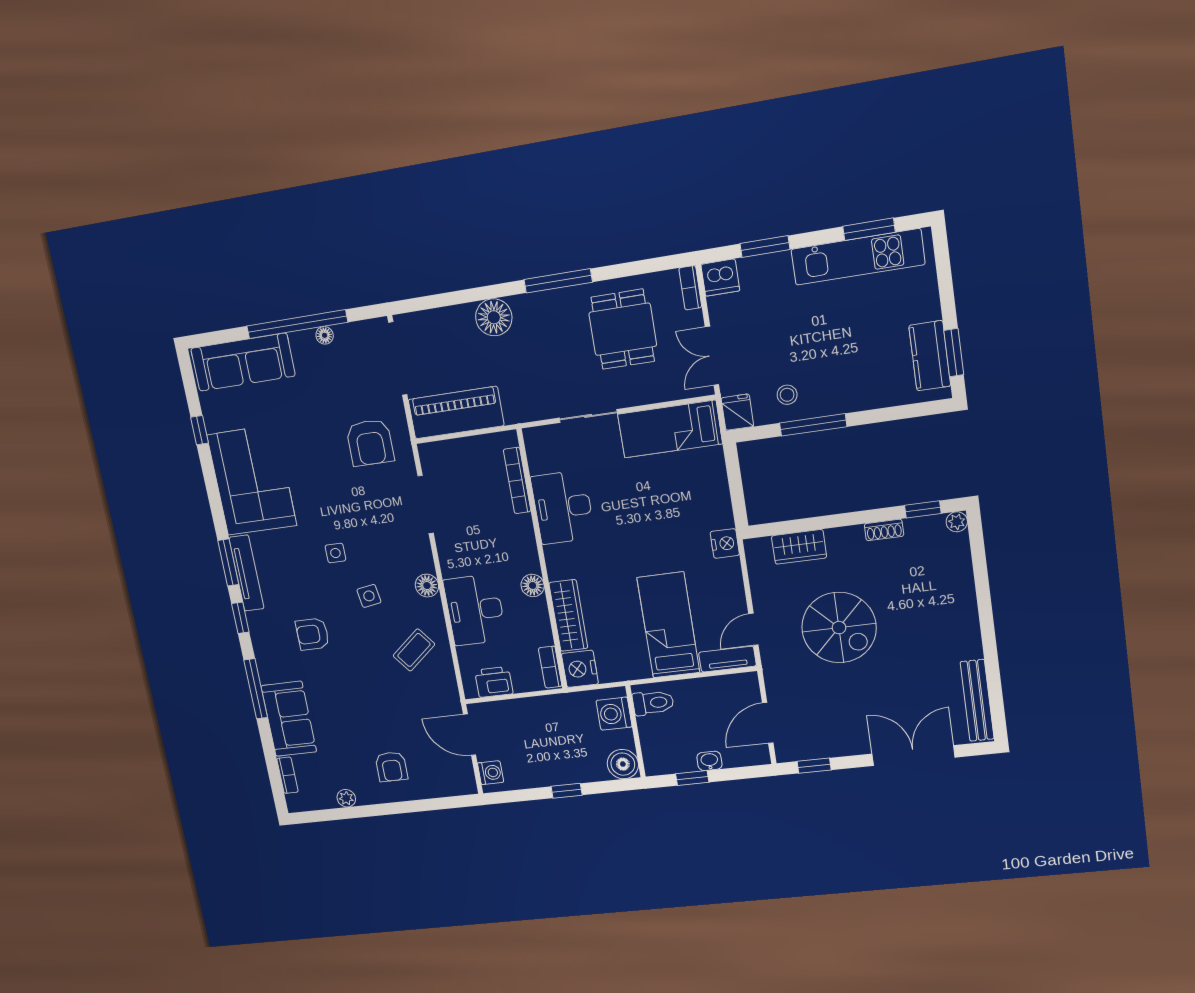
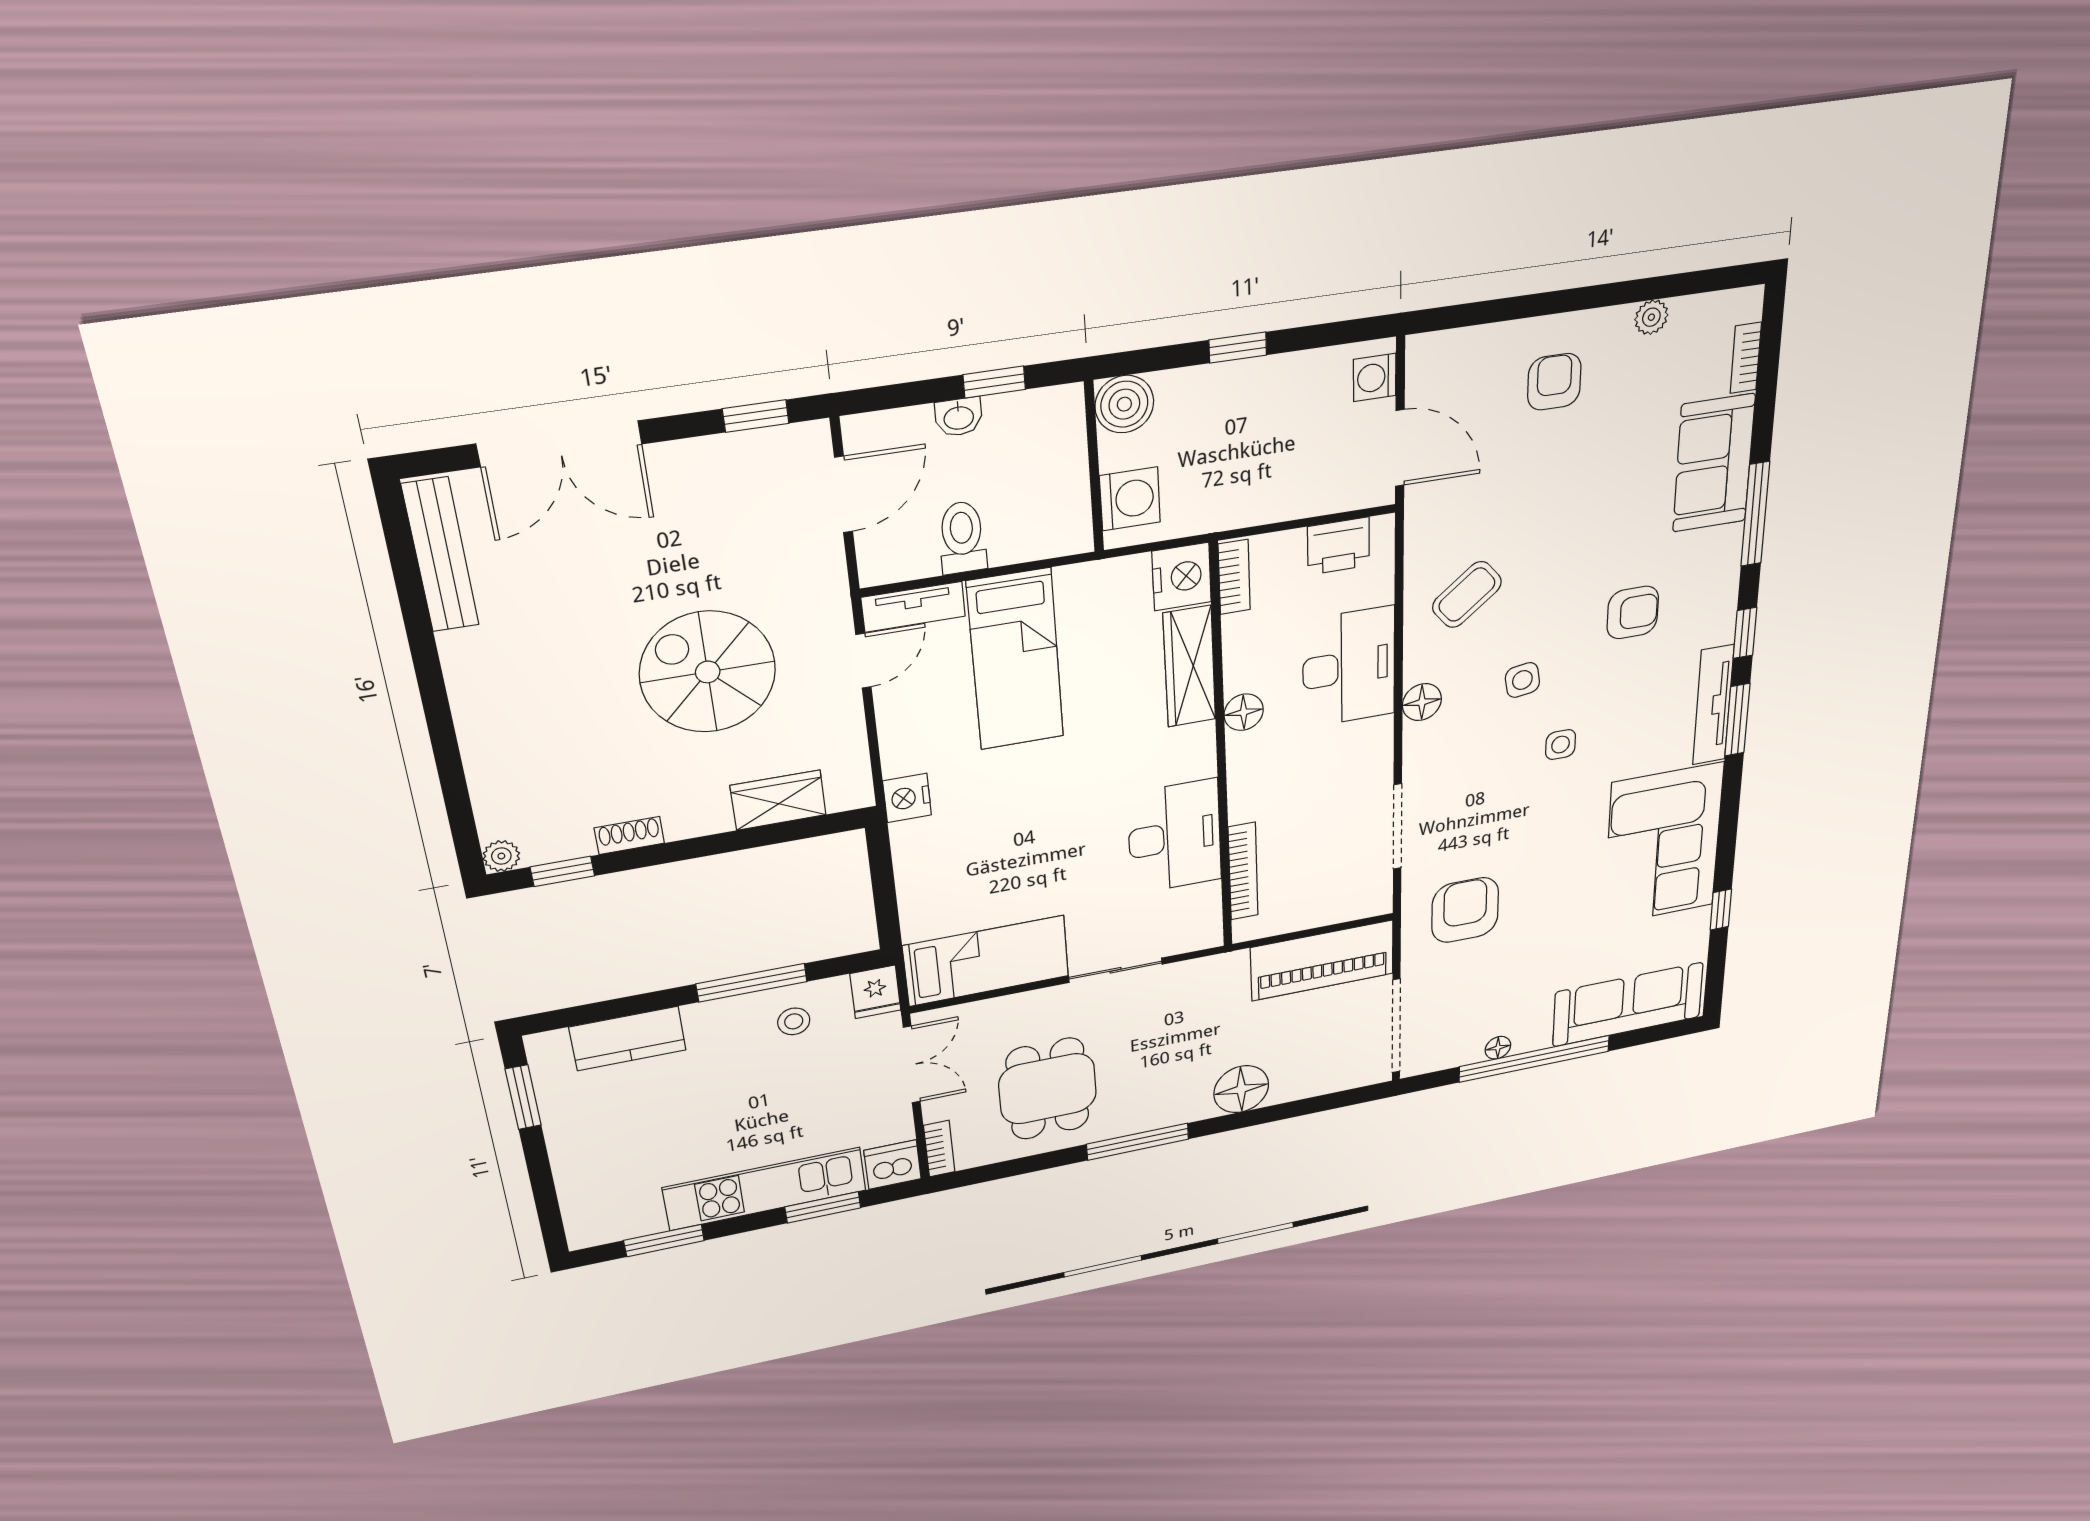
kitchen unit: (858, 257) -> (765, 1189), moved
kitchen counter: (930, 356) -> (628, 1039), moved, turned 90
toilet: (653, 703) -> (962, 538), moved, turned 90

